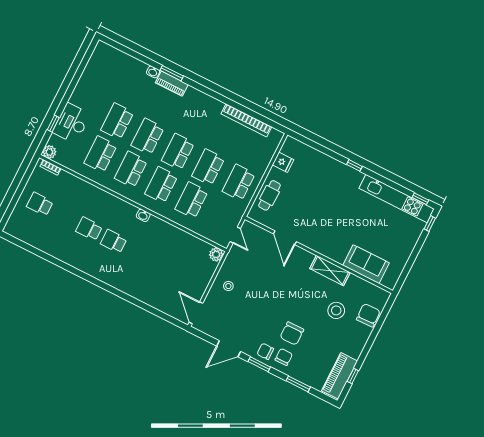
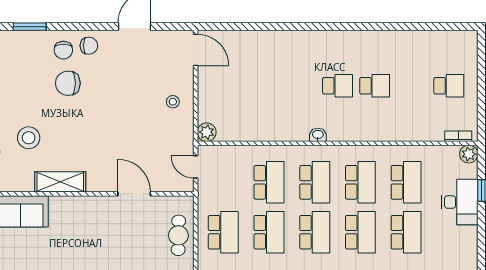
chair: (292, 333) -> (68, 83), turned -90
window: (259, 364) -> (88, 27), removed

